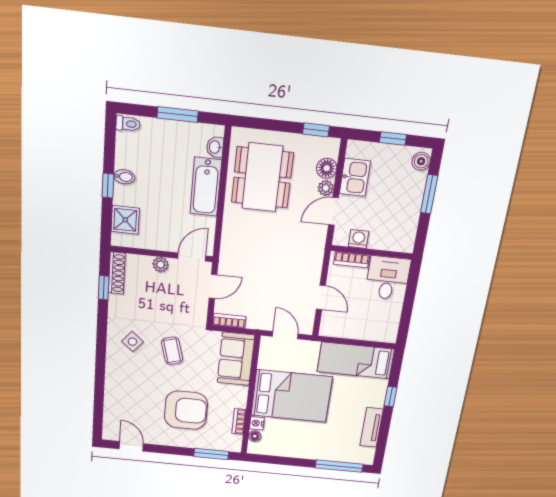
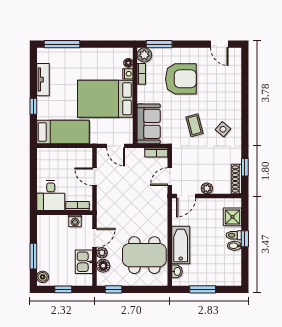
toilet: (128, 124) -> (234, 235), moved
dining table: (262, 178) -> (144, 255), turned 90
armchair: (186, 410) -> (181, 79), turned 180
plant: (232, 443) -> (144, 55), added

